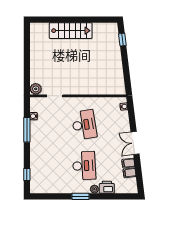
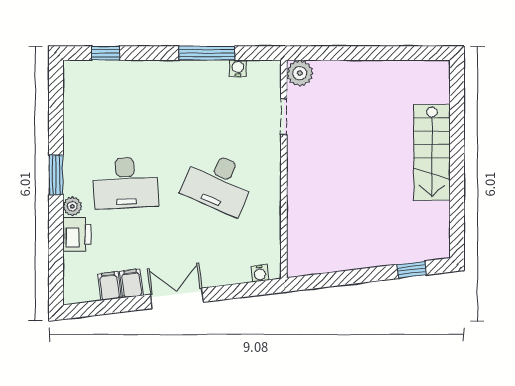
desk: (84, 125) -> (218, 183), turned 33

